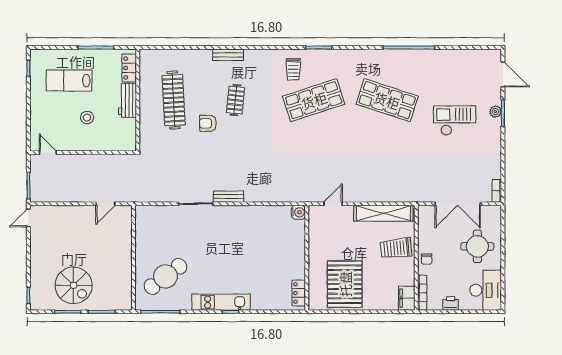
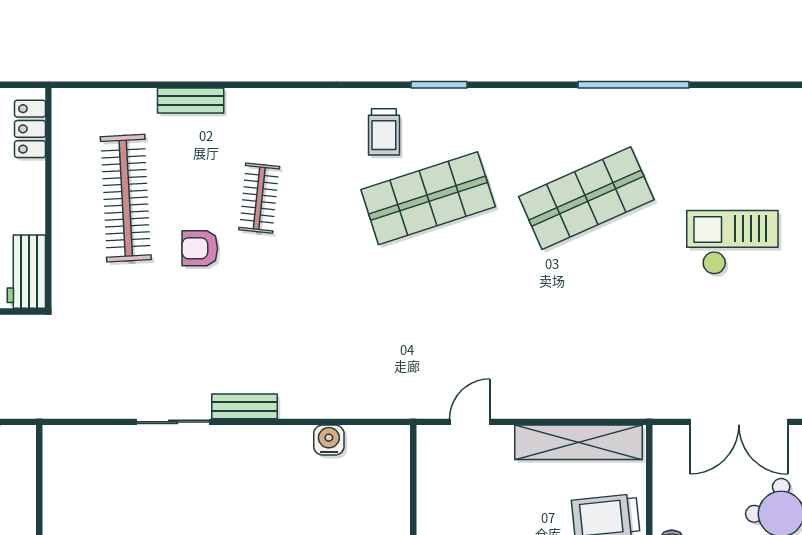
bench: (228, 55) -> (191, 100), moved
workbench: (128, 100) -> (26, 272), moved
shop shelf: (387, 100) -> (586, 198), turned -42
water cooler: (298, 212) -> (329, 440), moved, turned -90

